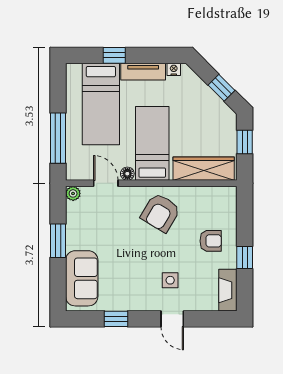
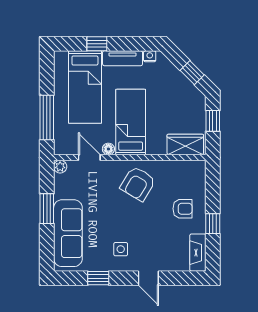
wardrobe: (204, 169) -> (185, 145), width x0.67
sofa: (82, 278) -> (68, 233), width x1.36
side table: (170, 280) -> (121, 249), moved

